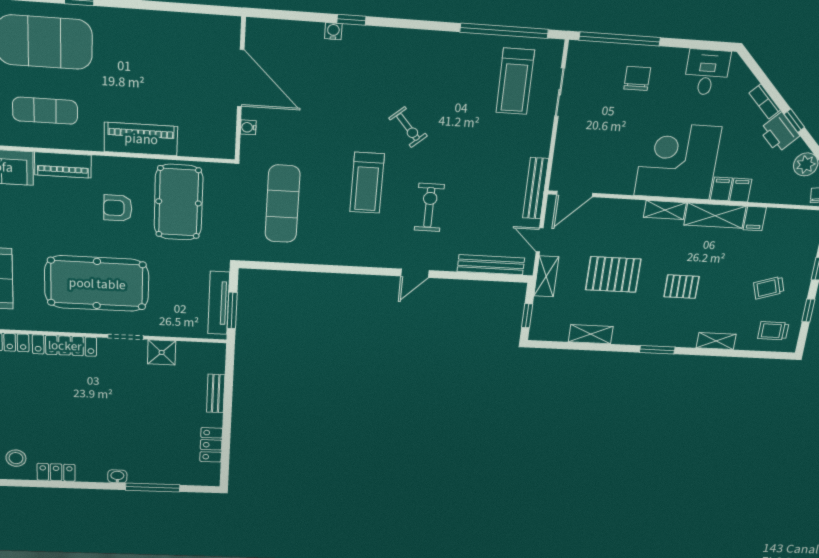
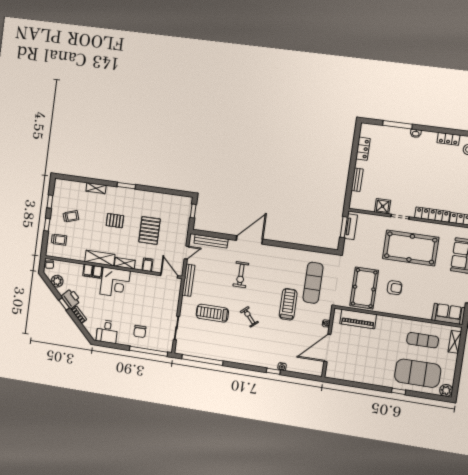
door: (241, 78) -> (327, 348), hinge flipped
treadmill: (515, 81) -> (212, 313), moved, turned -90
piano: (141, 139) -> (358, 319), moved
corner desk: (678, 161) -> (115, 282), width x0.74, depth x0.74
piano: (63, 165) -> (418, 312), removed
treadmill: (367, 183) -> (288, 304), moved
door: (575, 194) -> (169, 276), hinge flipped
filing cabinet: (755, 219) -> (148, 265), moved
door: (540, 240) -> (187, 253), hinge flipped
door: (415, 273) -> (249, 240), width x1.87
pallet: (613, 274) -> (150, 230), turned 90
shelving: (546, 276) -> (183, 232), removed
tv unit: (219, 303) -> (351, 227), width x0.71
trolley: (773, 331) -> (59, 240), moved
shelving: (591, 334) -> (161, 198), removed

